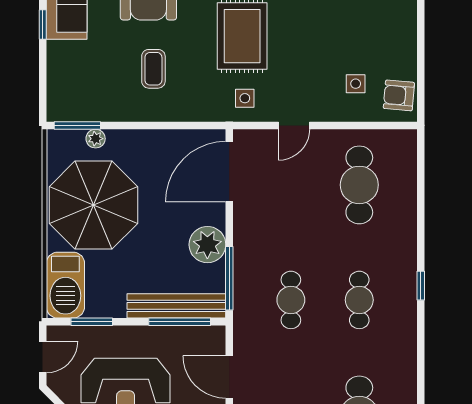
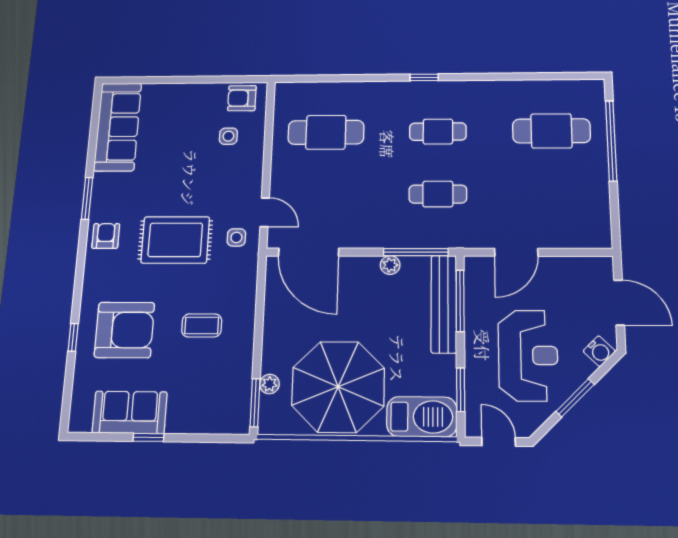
armchair: (399, 95) -> (242, 98), turned 85
door: (294, 125) -> (265, 212), moved
plant: (207, 245) -> (390, 265), width x0.53, depth x0.53

